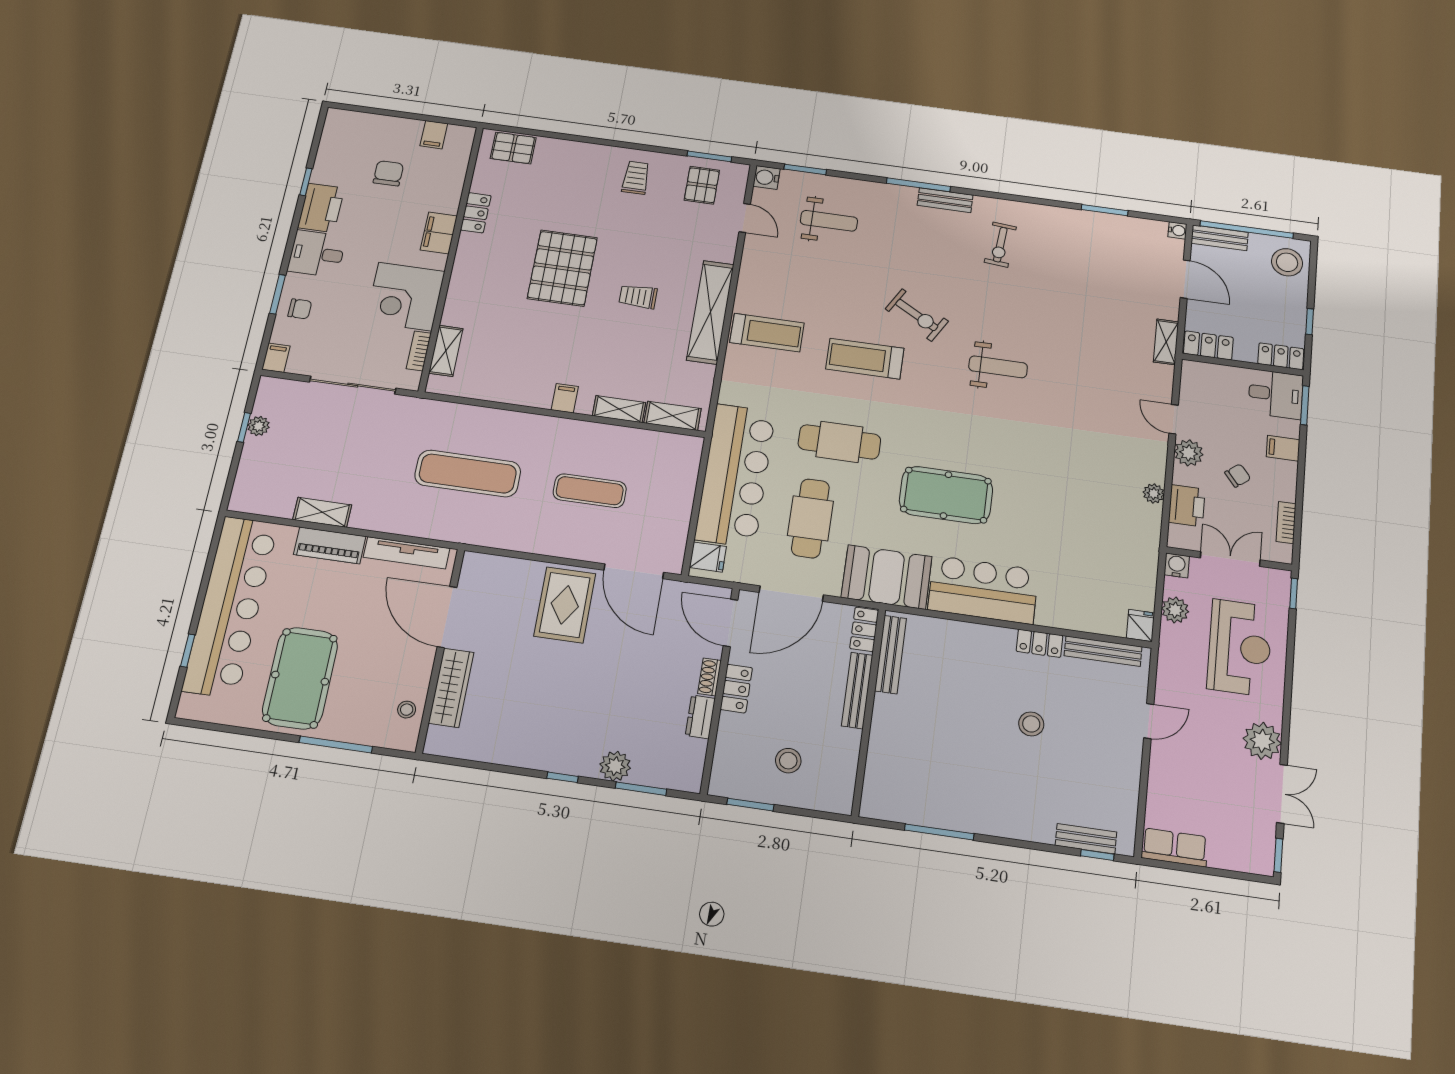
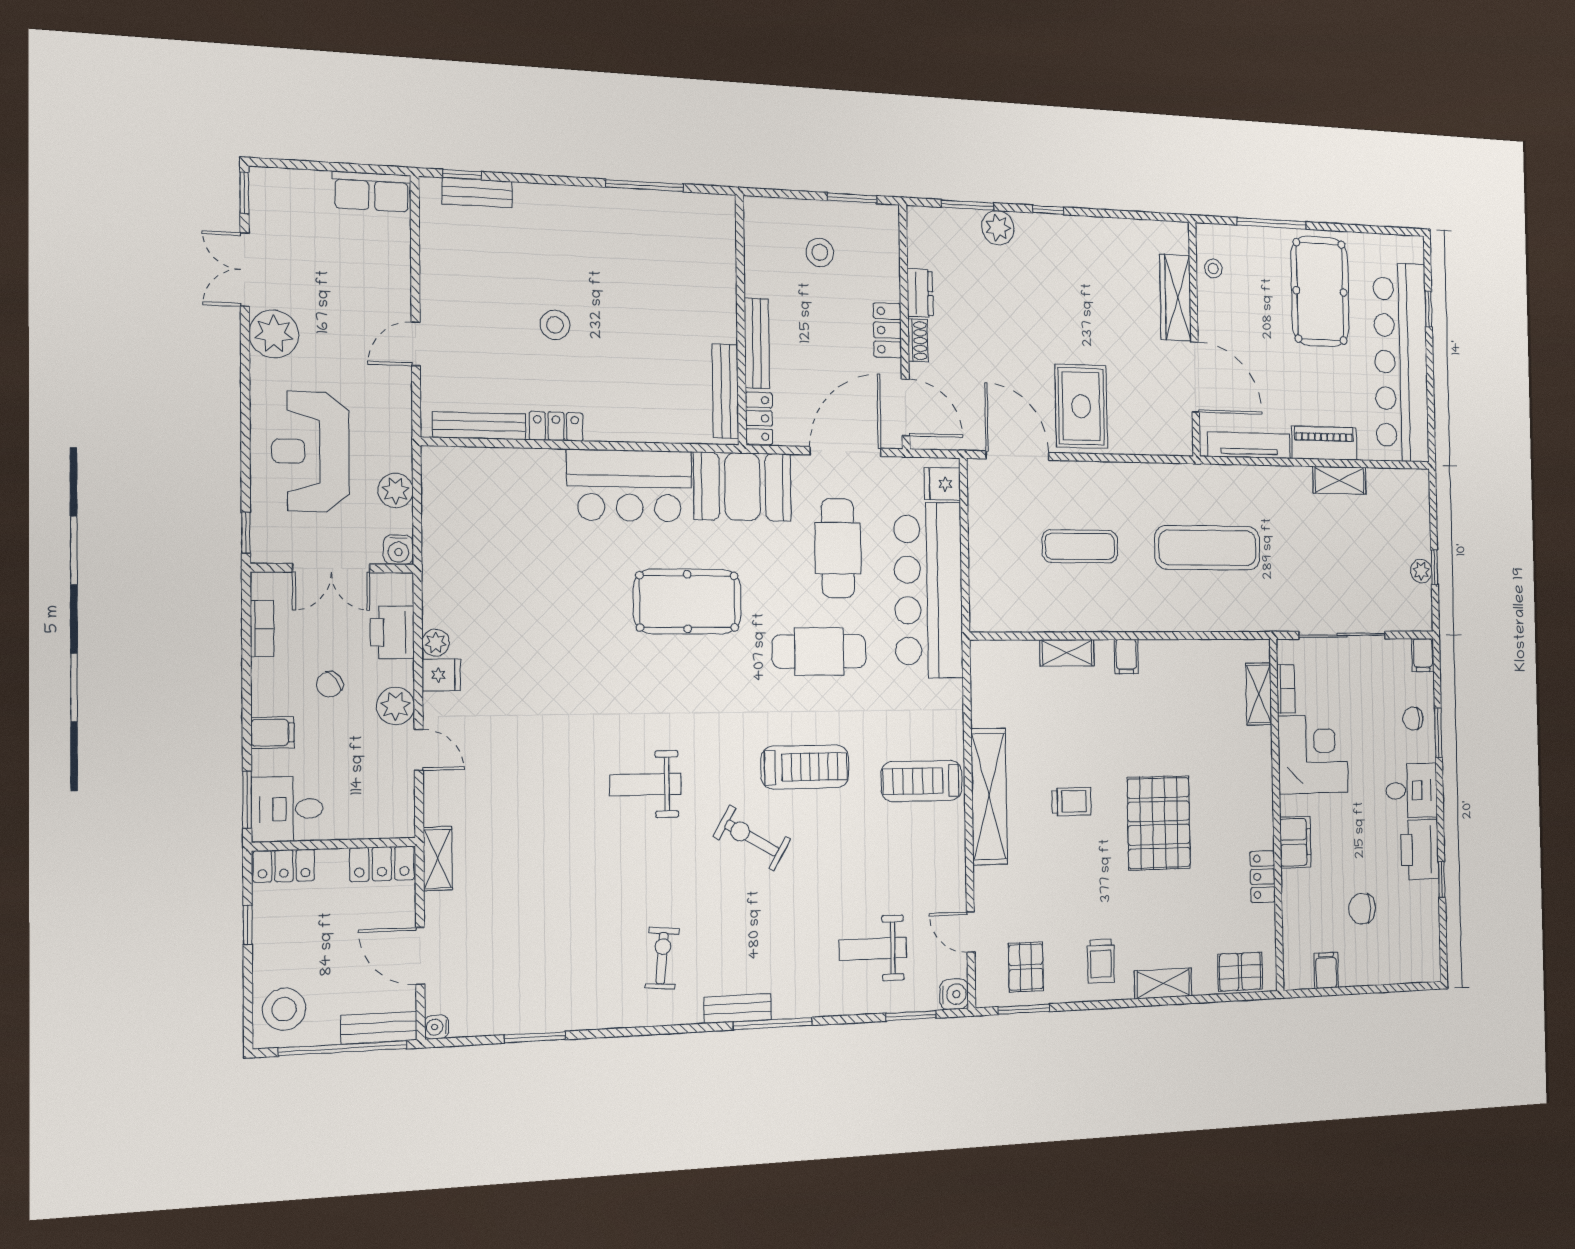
chair: (388, 173) -> (1362, 909), turned 90
shelving: (673, 416) -> (1163, 983), moved
fridge: (1140, 625) -> (441, 675), moved, turned -90

